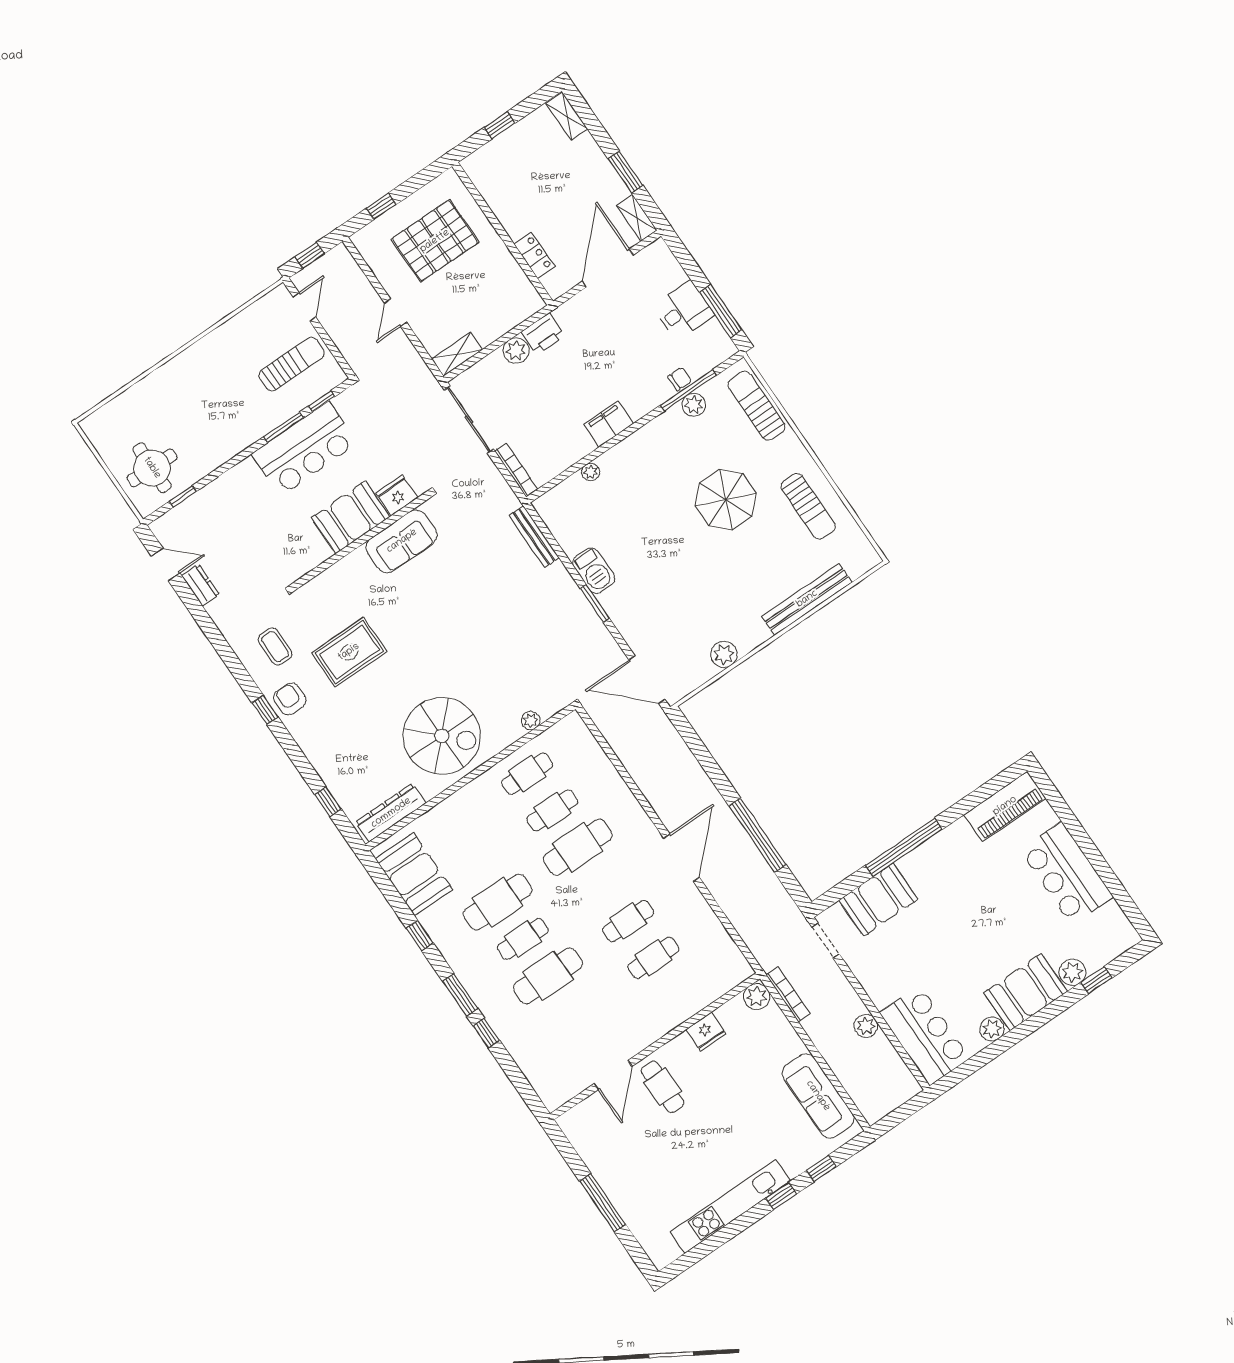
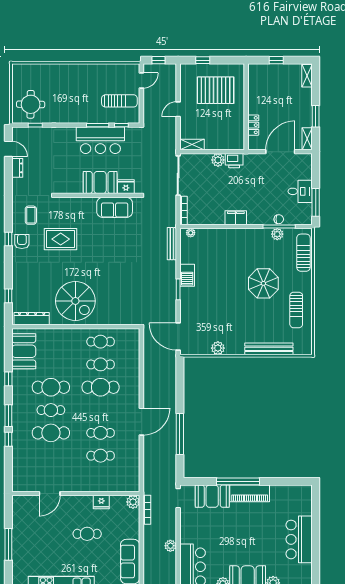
plant: (591, 472) -> (191, 233), moved
plant: (531, 720) -> (117, 320), removed
piano: (1005, 806) -> (250, 493), moved
cafe table: (663, 1087) -> (87, 534), moved, turned 90

